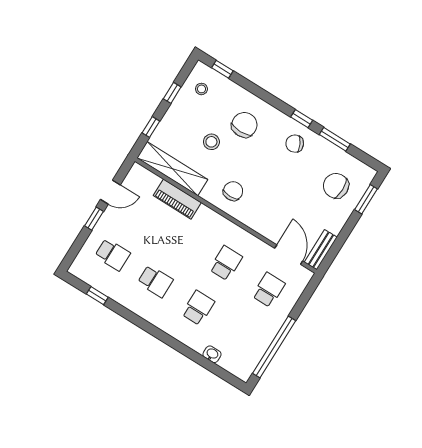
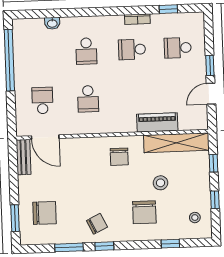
window: (222, 69) -> (170, 244), moved
school desk: (269, 290) -> (42, 101), turned 180
bookcase: (132, 306) -> (137, 19), added

